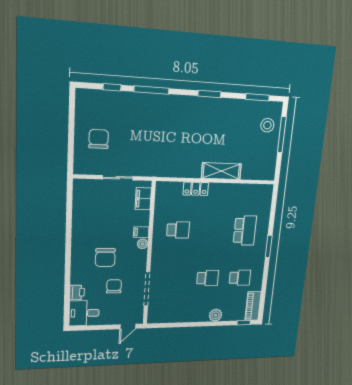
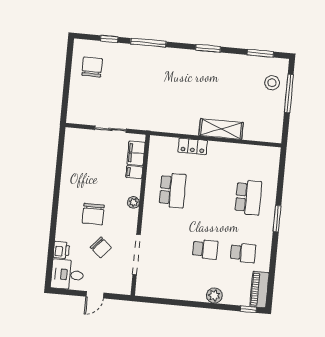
chair: (99, 139) -> (92, 67), moved
school desk: (178, 230) -> (173, 190), width x1.85
filing cabinet: (141, 232) -> (134, 172), moved
chair: (114, 286) -> (101, 247), turned 131
door: (128, 327) -> (95, 295), moved

